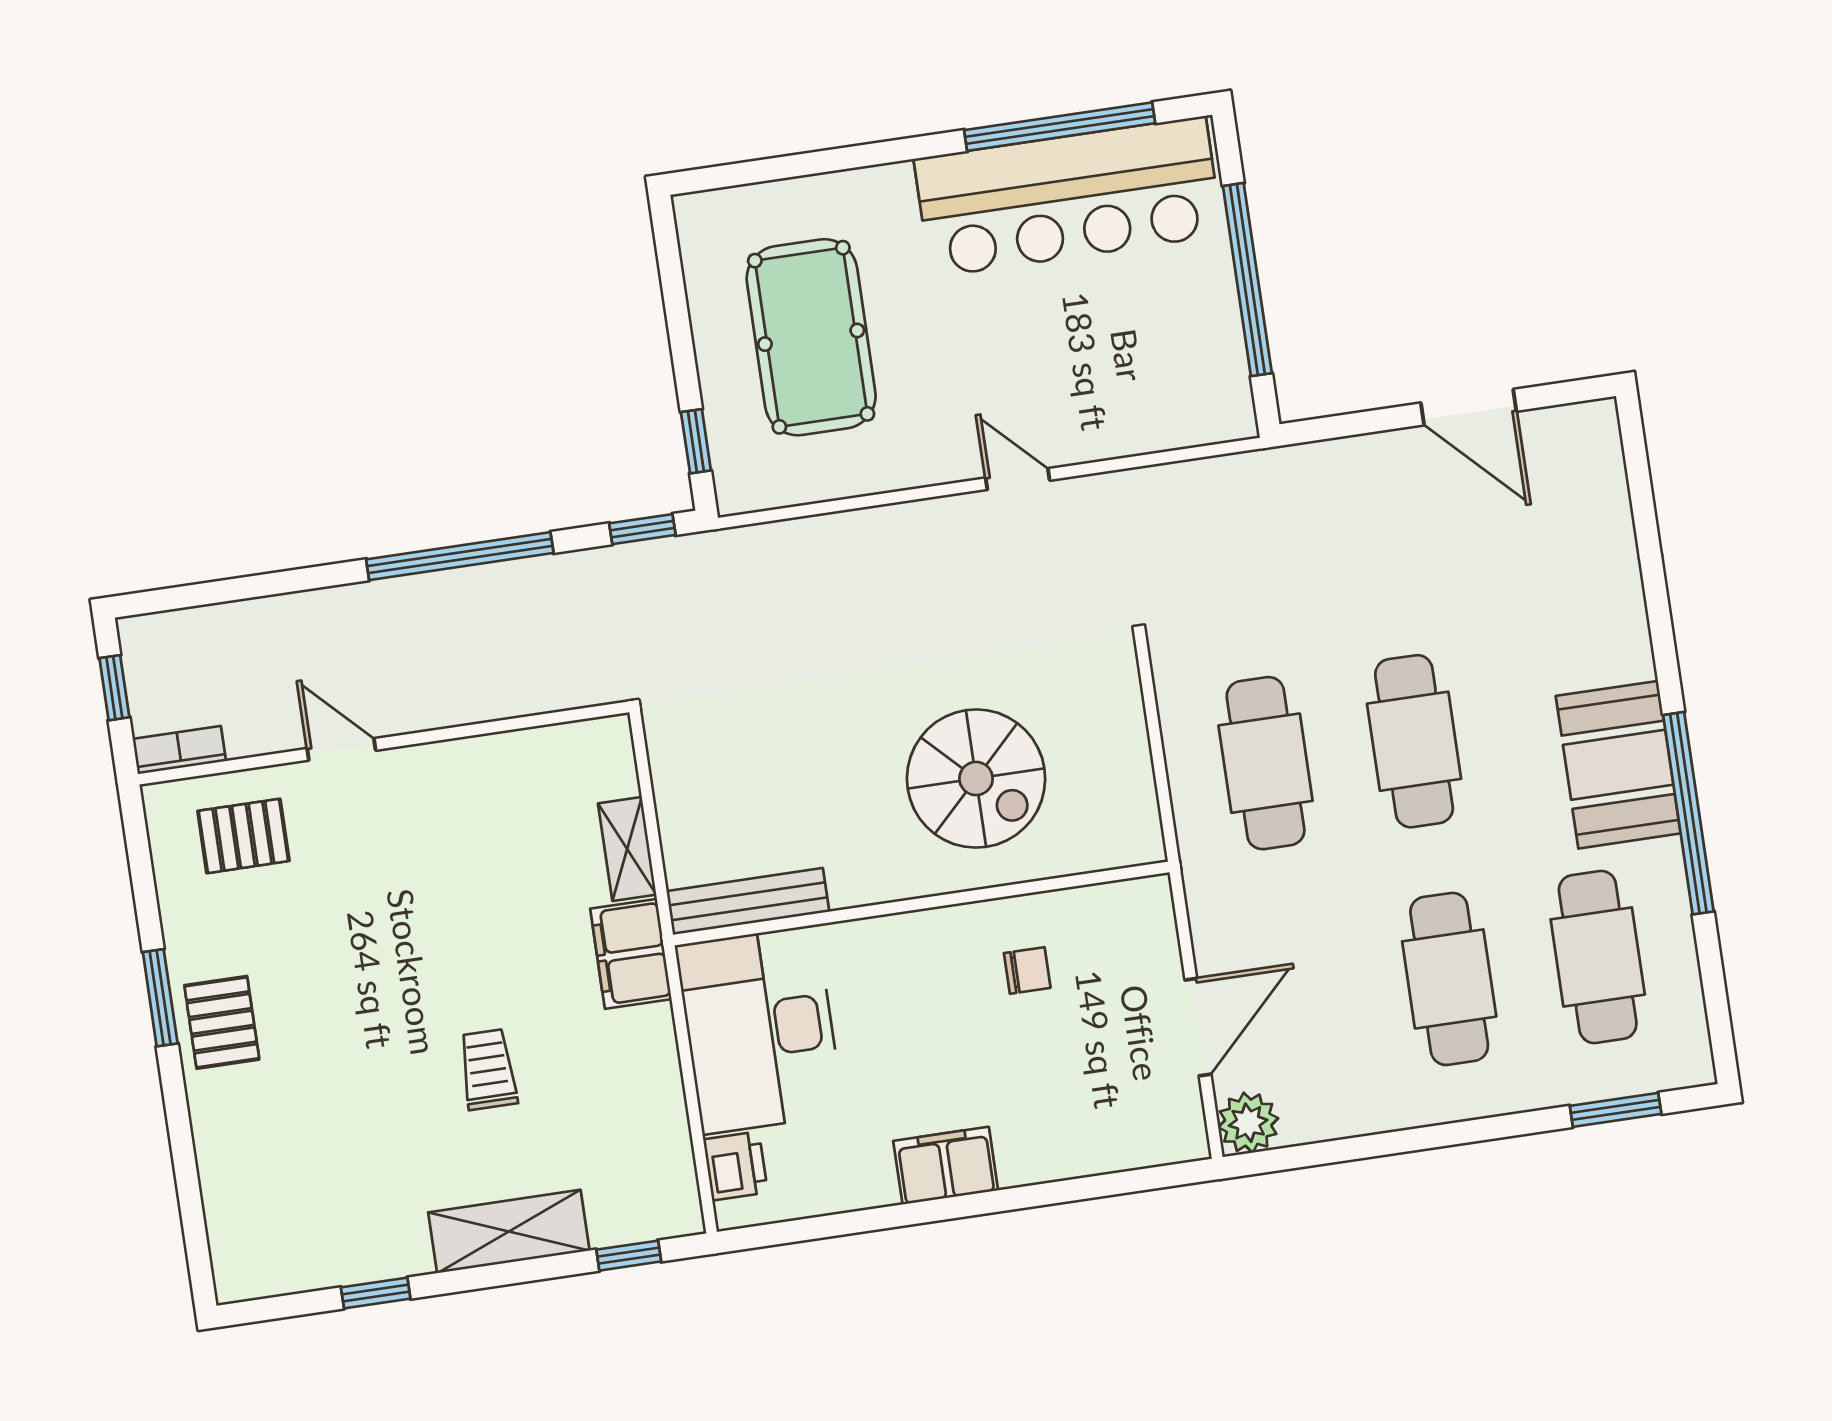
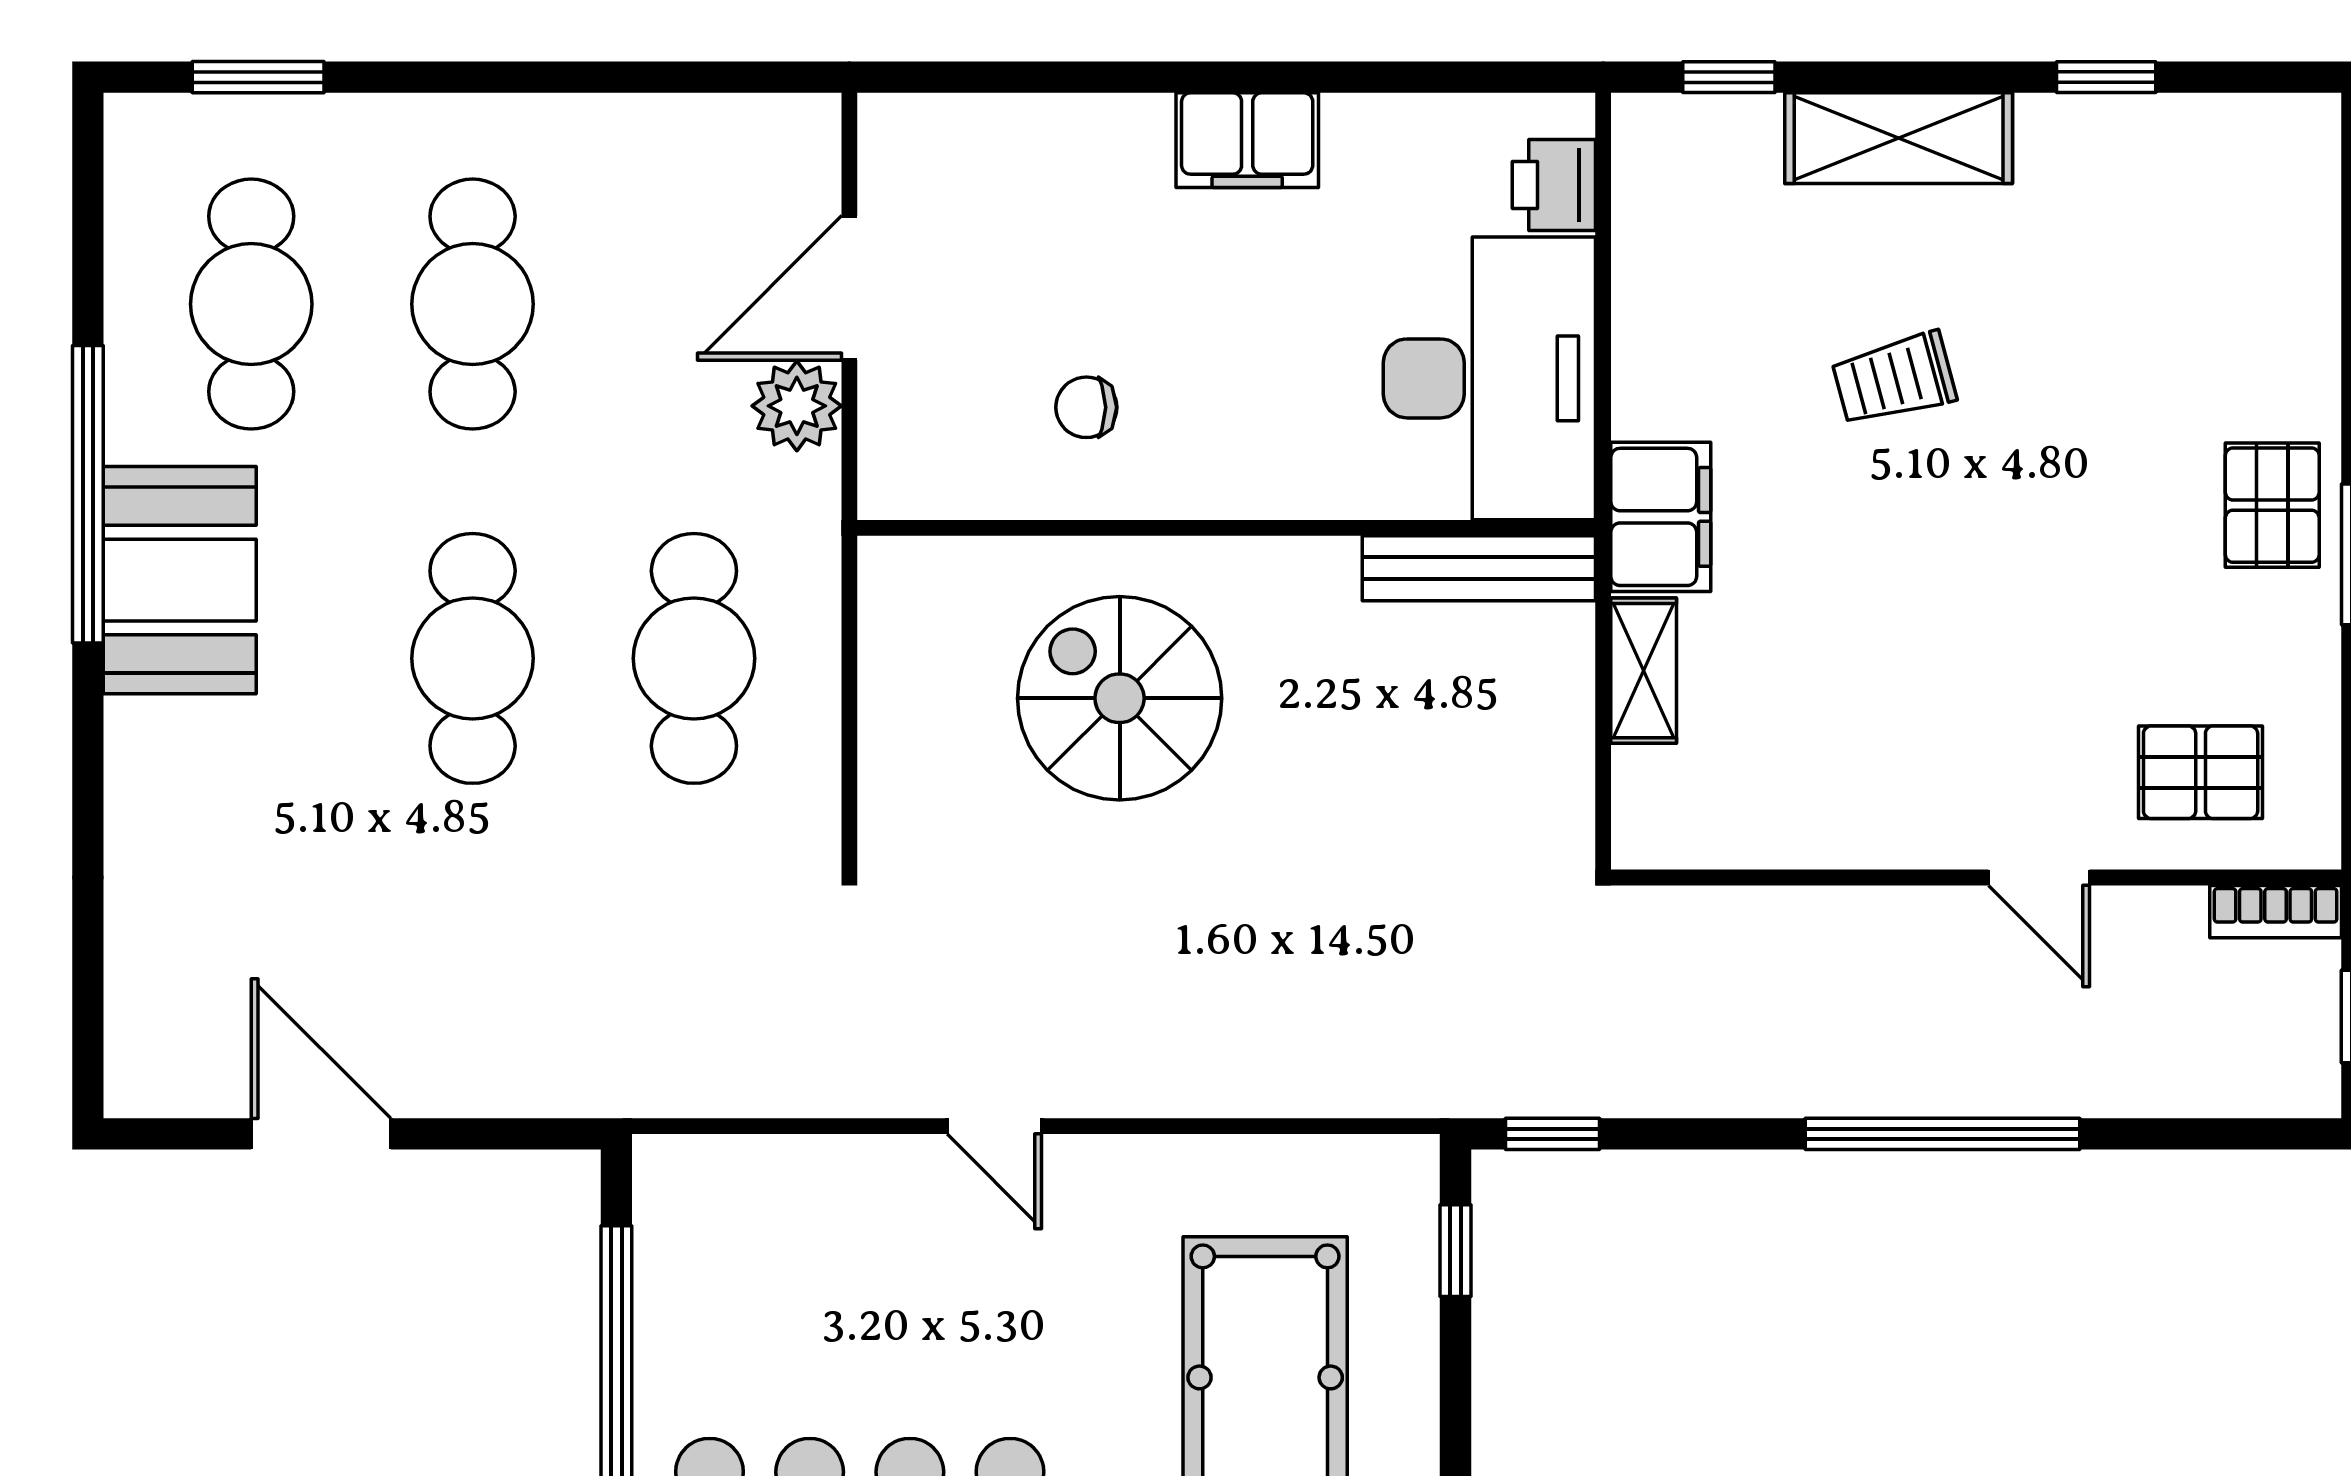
window: (460, 556) -> (1943, 1134), moved
trolley: (488, 1069) -> (1894, 379), turned 75
plant: (1248, 1123) -> (797, 406), moved

